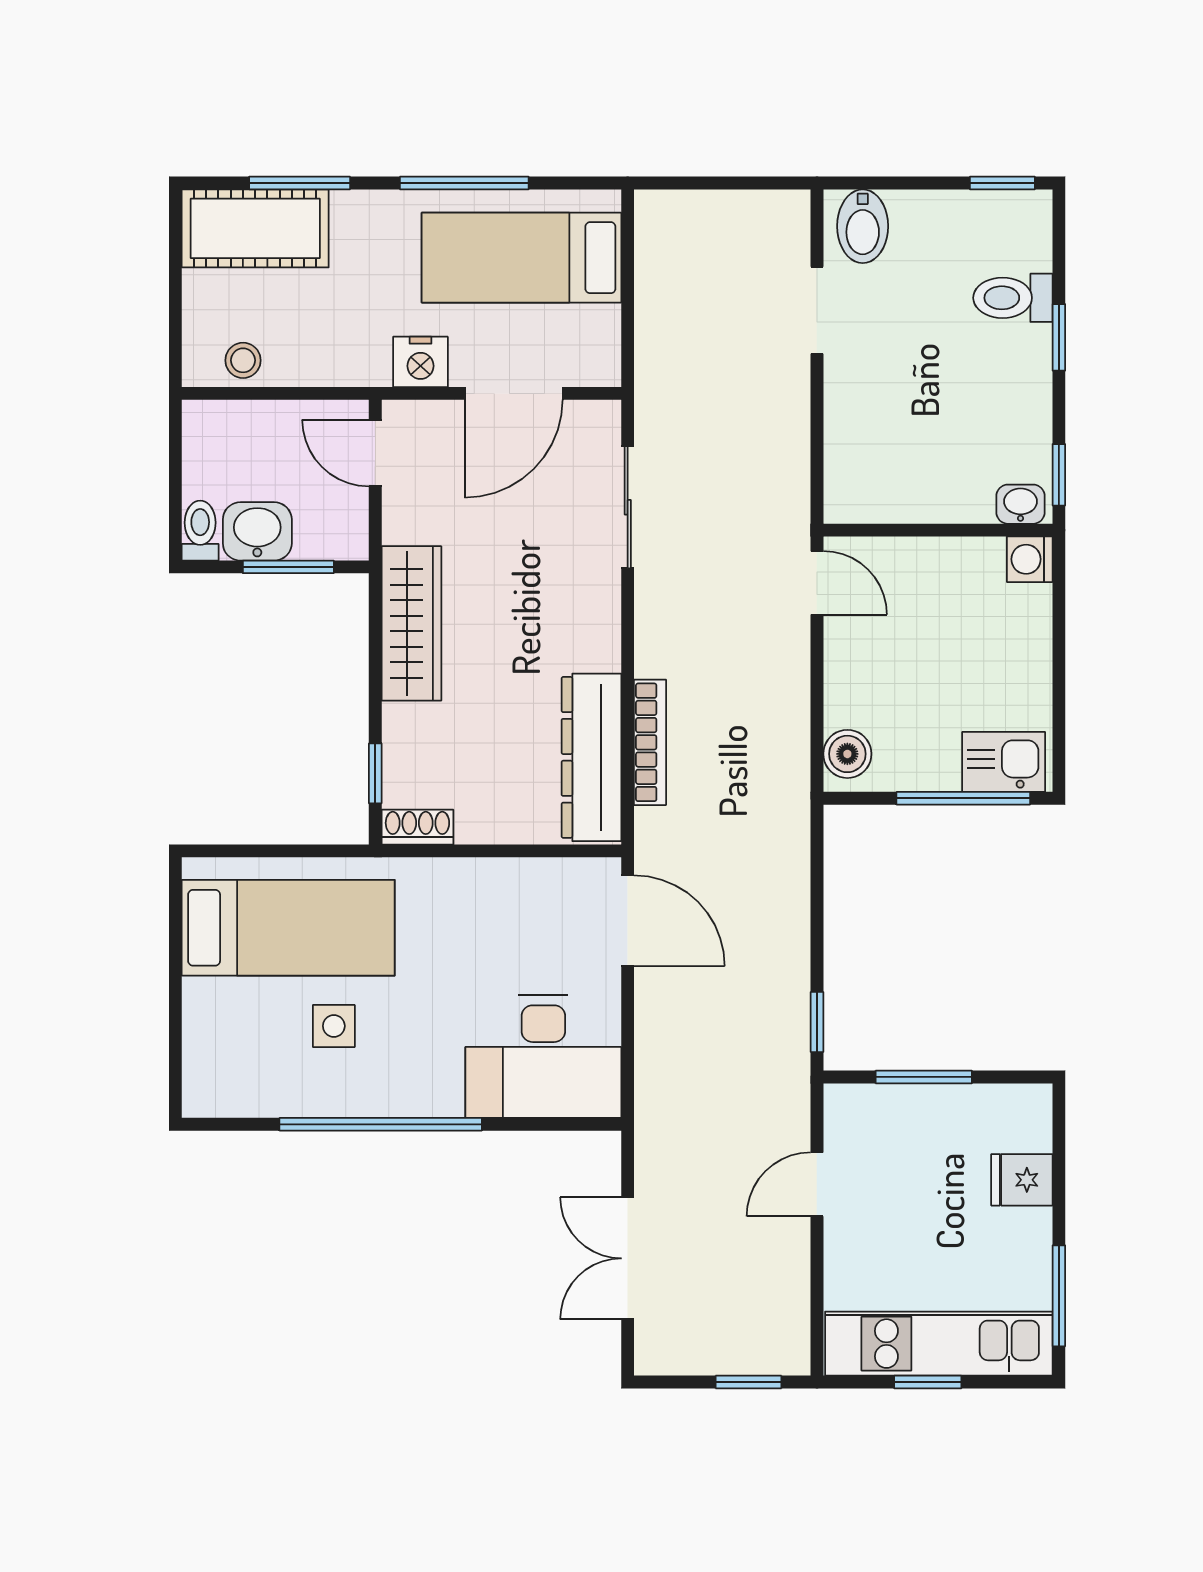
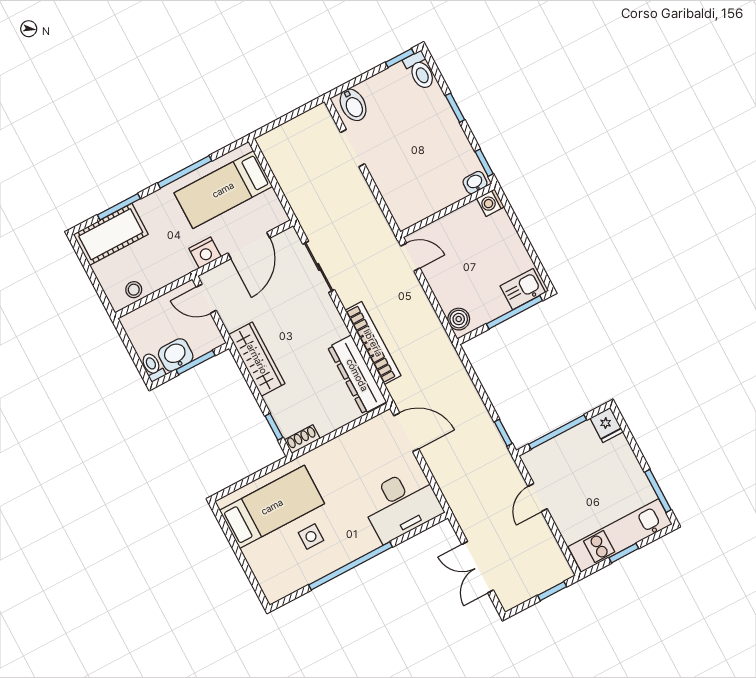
toilet: (1013, 298) -> (420, 71), moved, turned -90
bookcase: (650, 742) -> (373, 343), width x1.48, depth x1.31
window: (924, 1077) -> (558, 432), width x1.44
fridge: (1022, 1180) -> (607, 425), moved, turned -90

